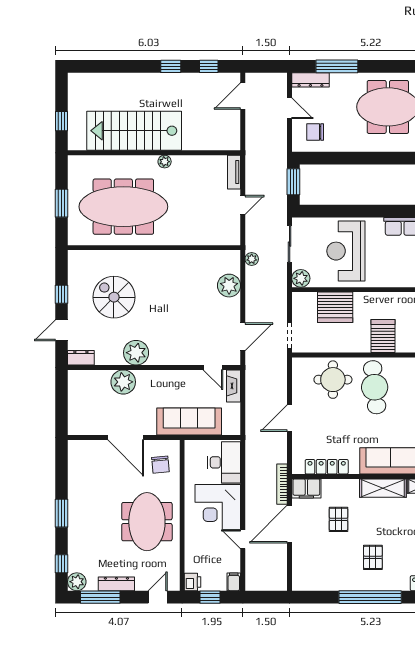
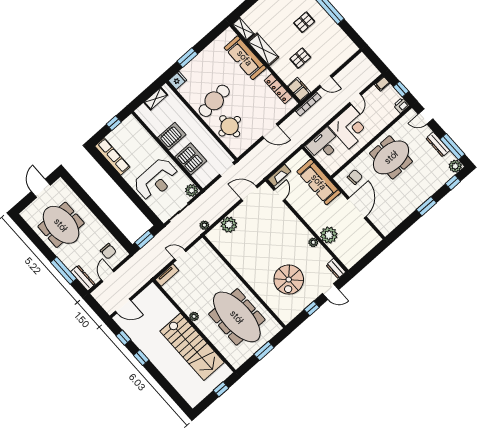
server rack: (383, 336) -> (172, 136), moved, turned 180
plant: (136, 353) -> (313, 242), width x0.53, depth x0.53
door: (290, 524) -> (326, 82), width x0.53

